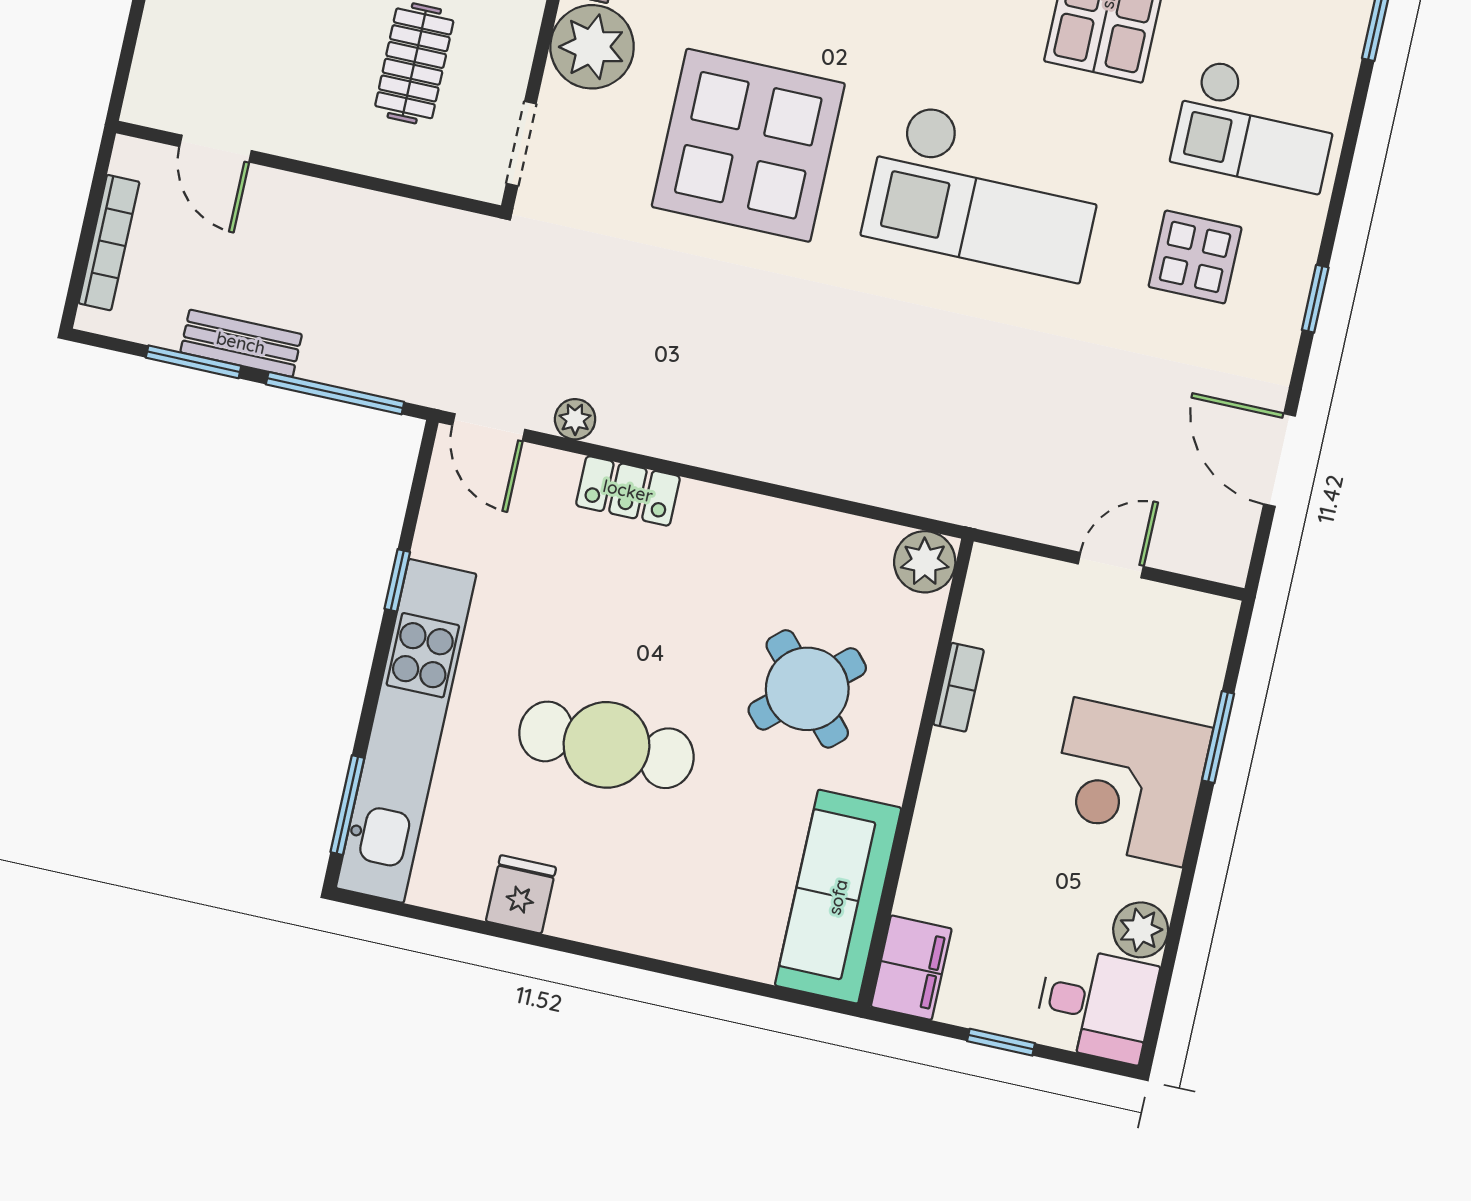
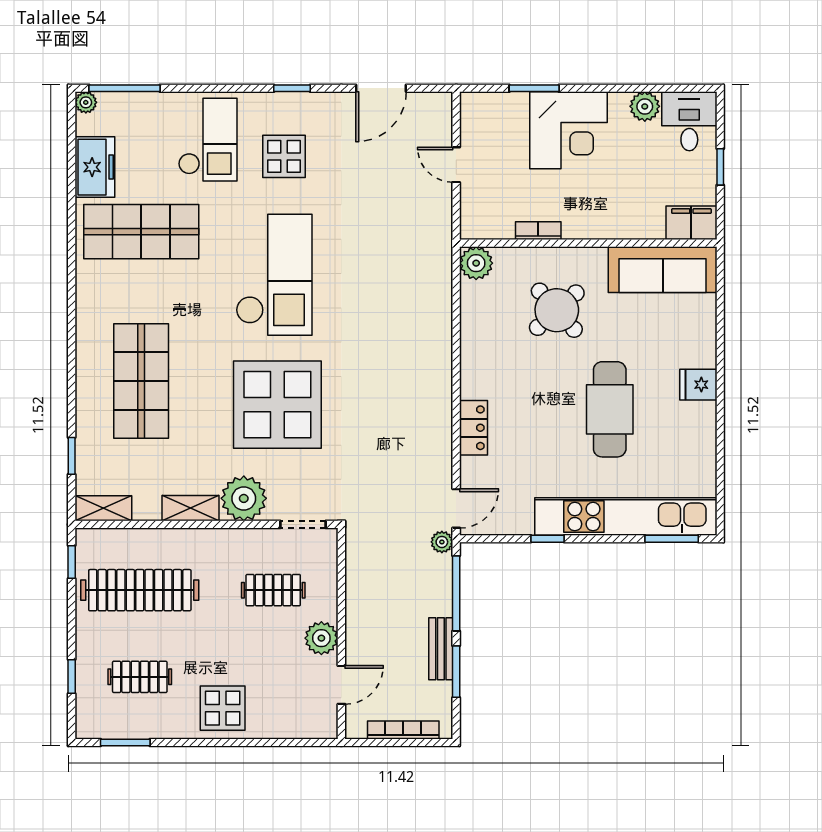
plant: (308, 131) -> (321, 638), added
plant: (575, 419) -> (442, 542), moved
fridge: (521, 894) -> (698, 385), moved

